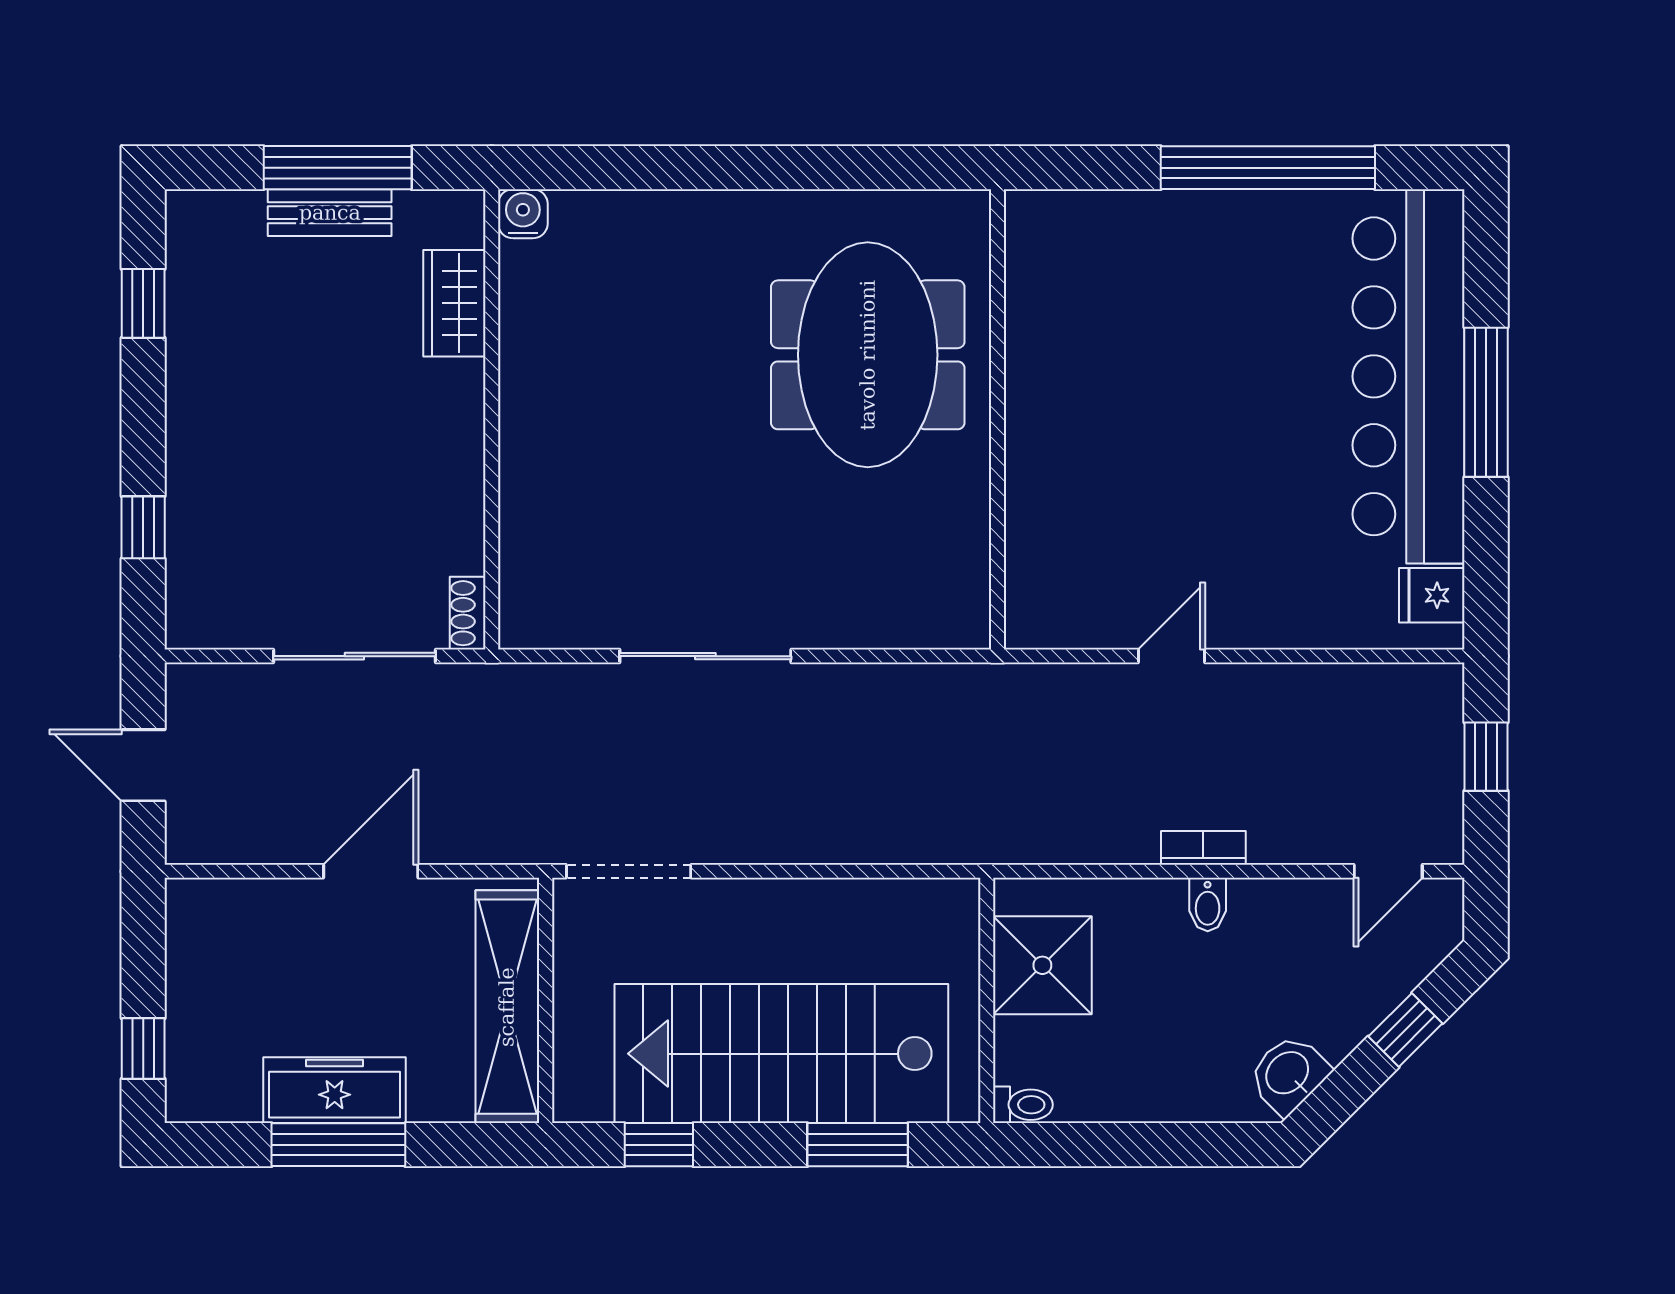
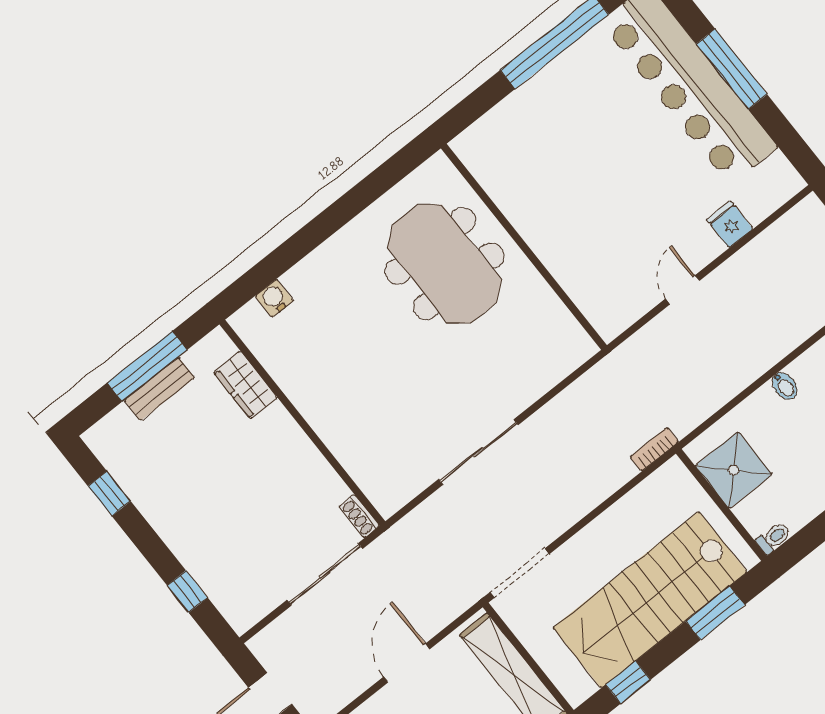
water cooler: (523, 214) -> (274, 298), moved
fridge: (1432, 595) -> (730, 224), moved, turned 90
bookcase: (1203, 848) -> (654, 449), moved

